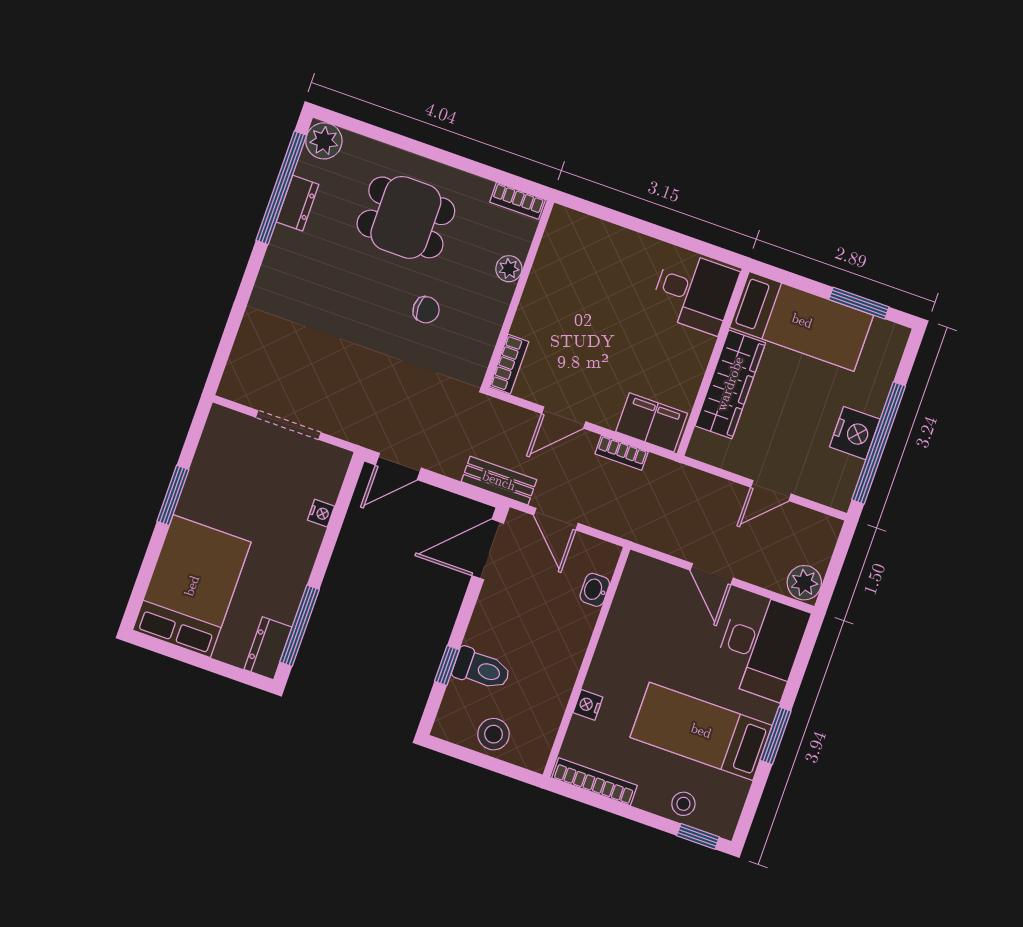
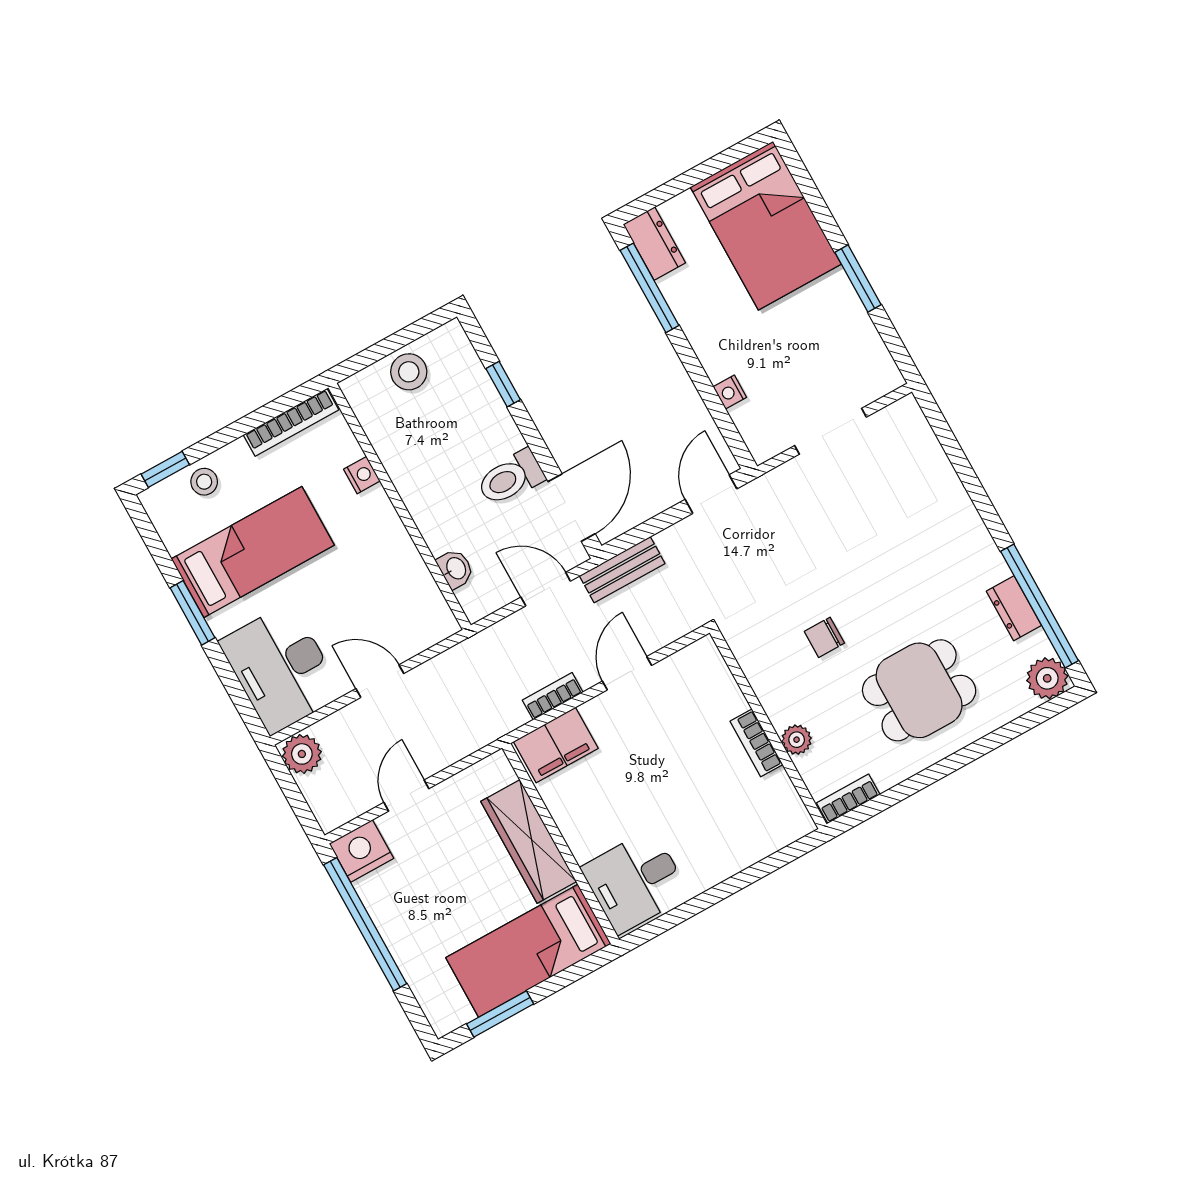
bookcase: (509, 364) -> (756, 743), moved
nightstand: (855, 433) -> (361, 851), moved, turned 90
toilet: (482, 669) -> (511, 478), moved

